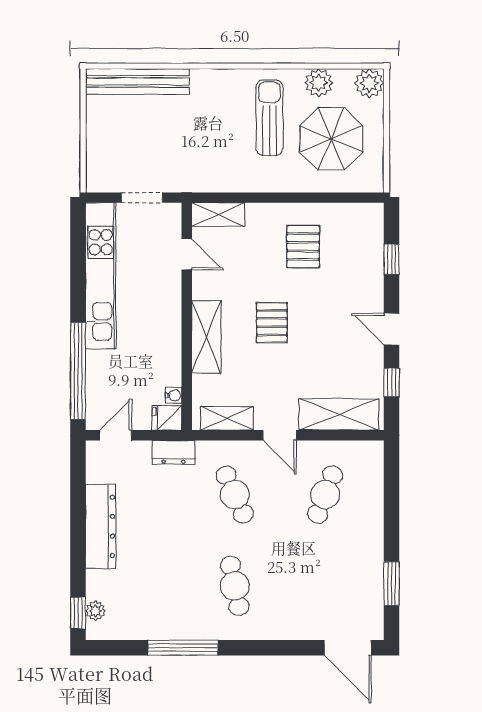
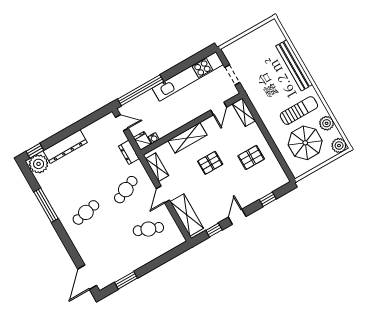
bench: (137, 81) -> (294, 65), moved
dresser: (101, 526) -> (65, 147), moved
plant: (96, 611) -> (39, 164), width x1.88, depth x1.88

